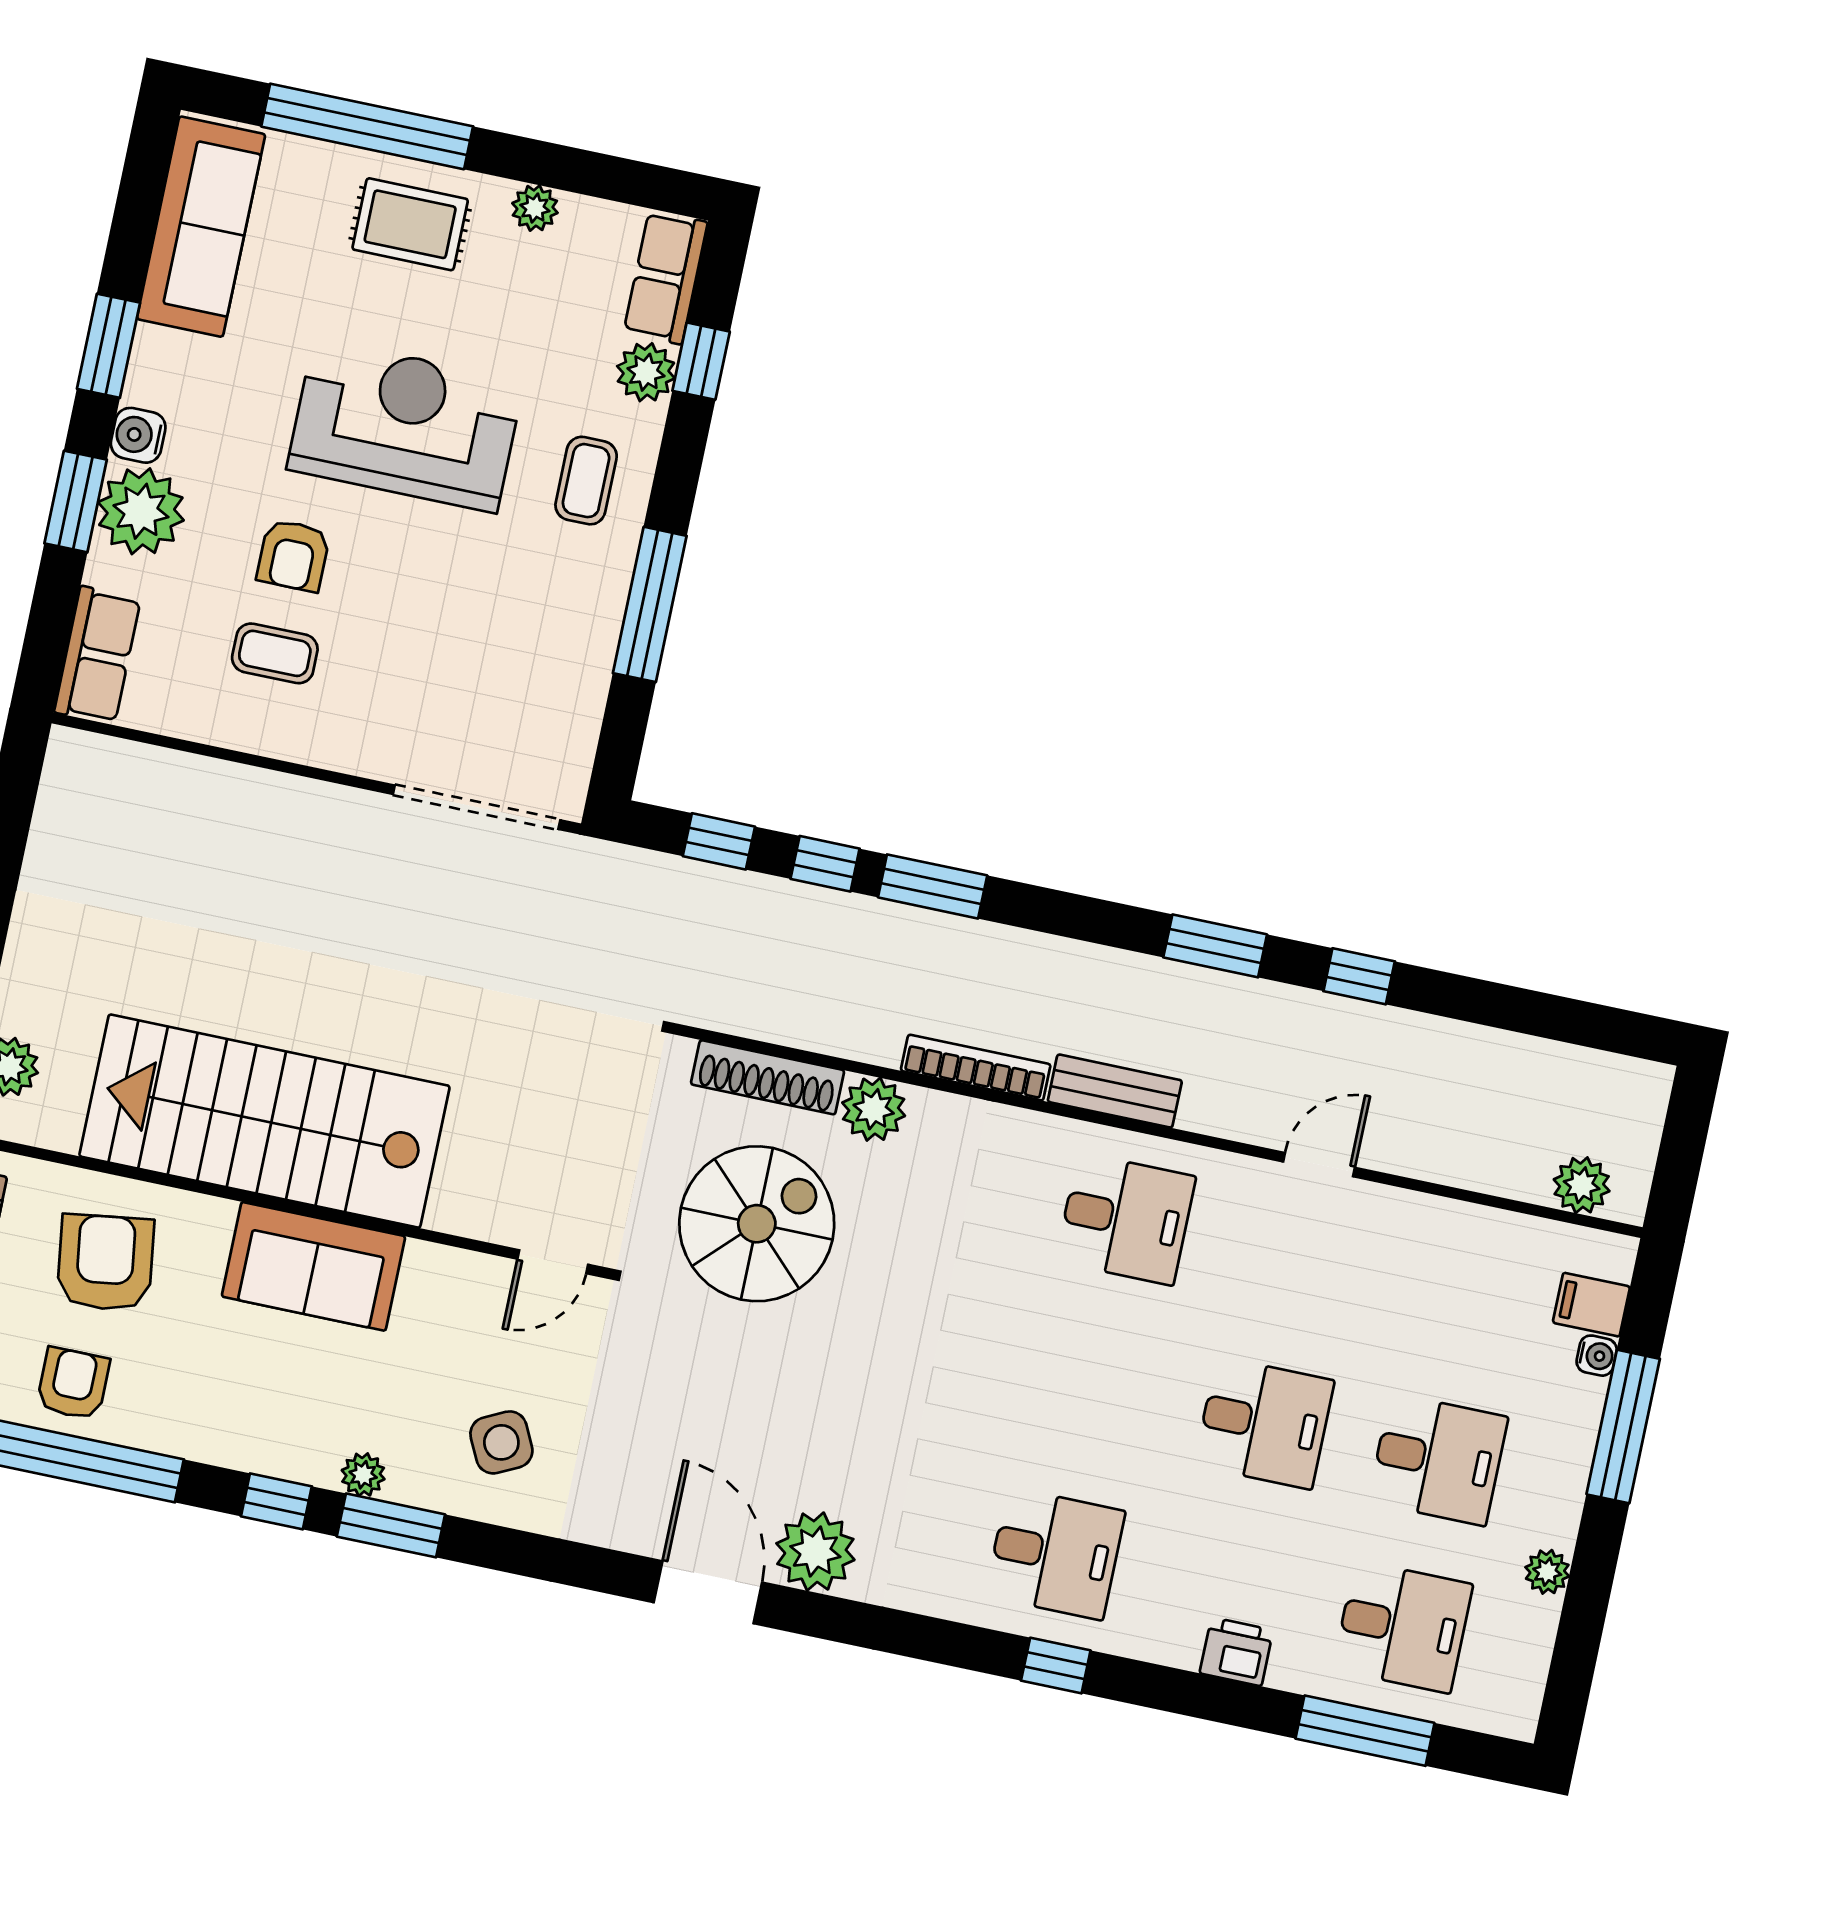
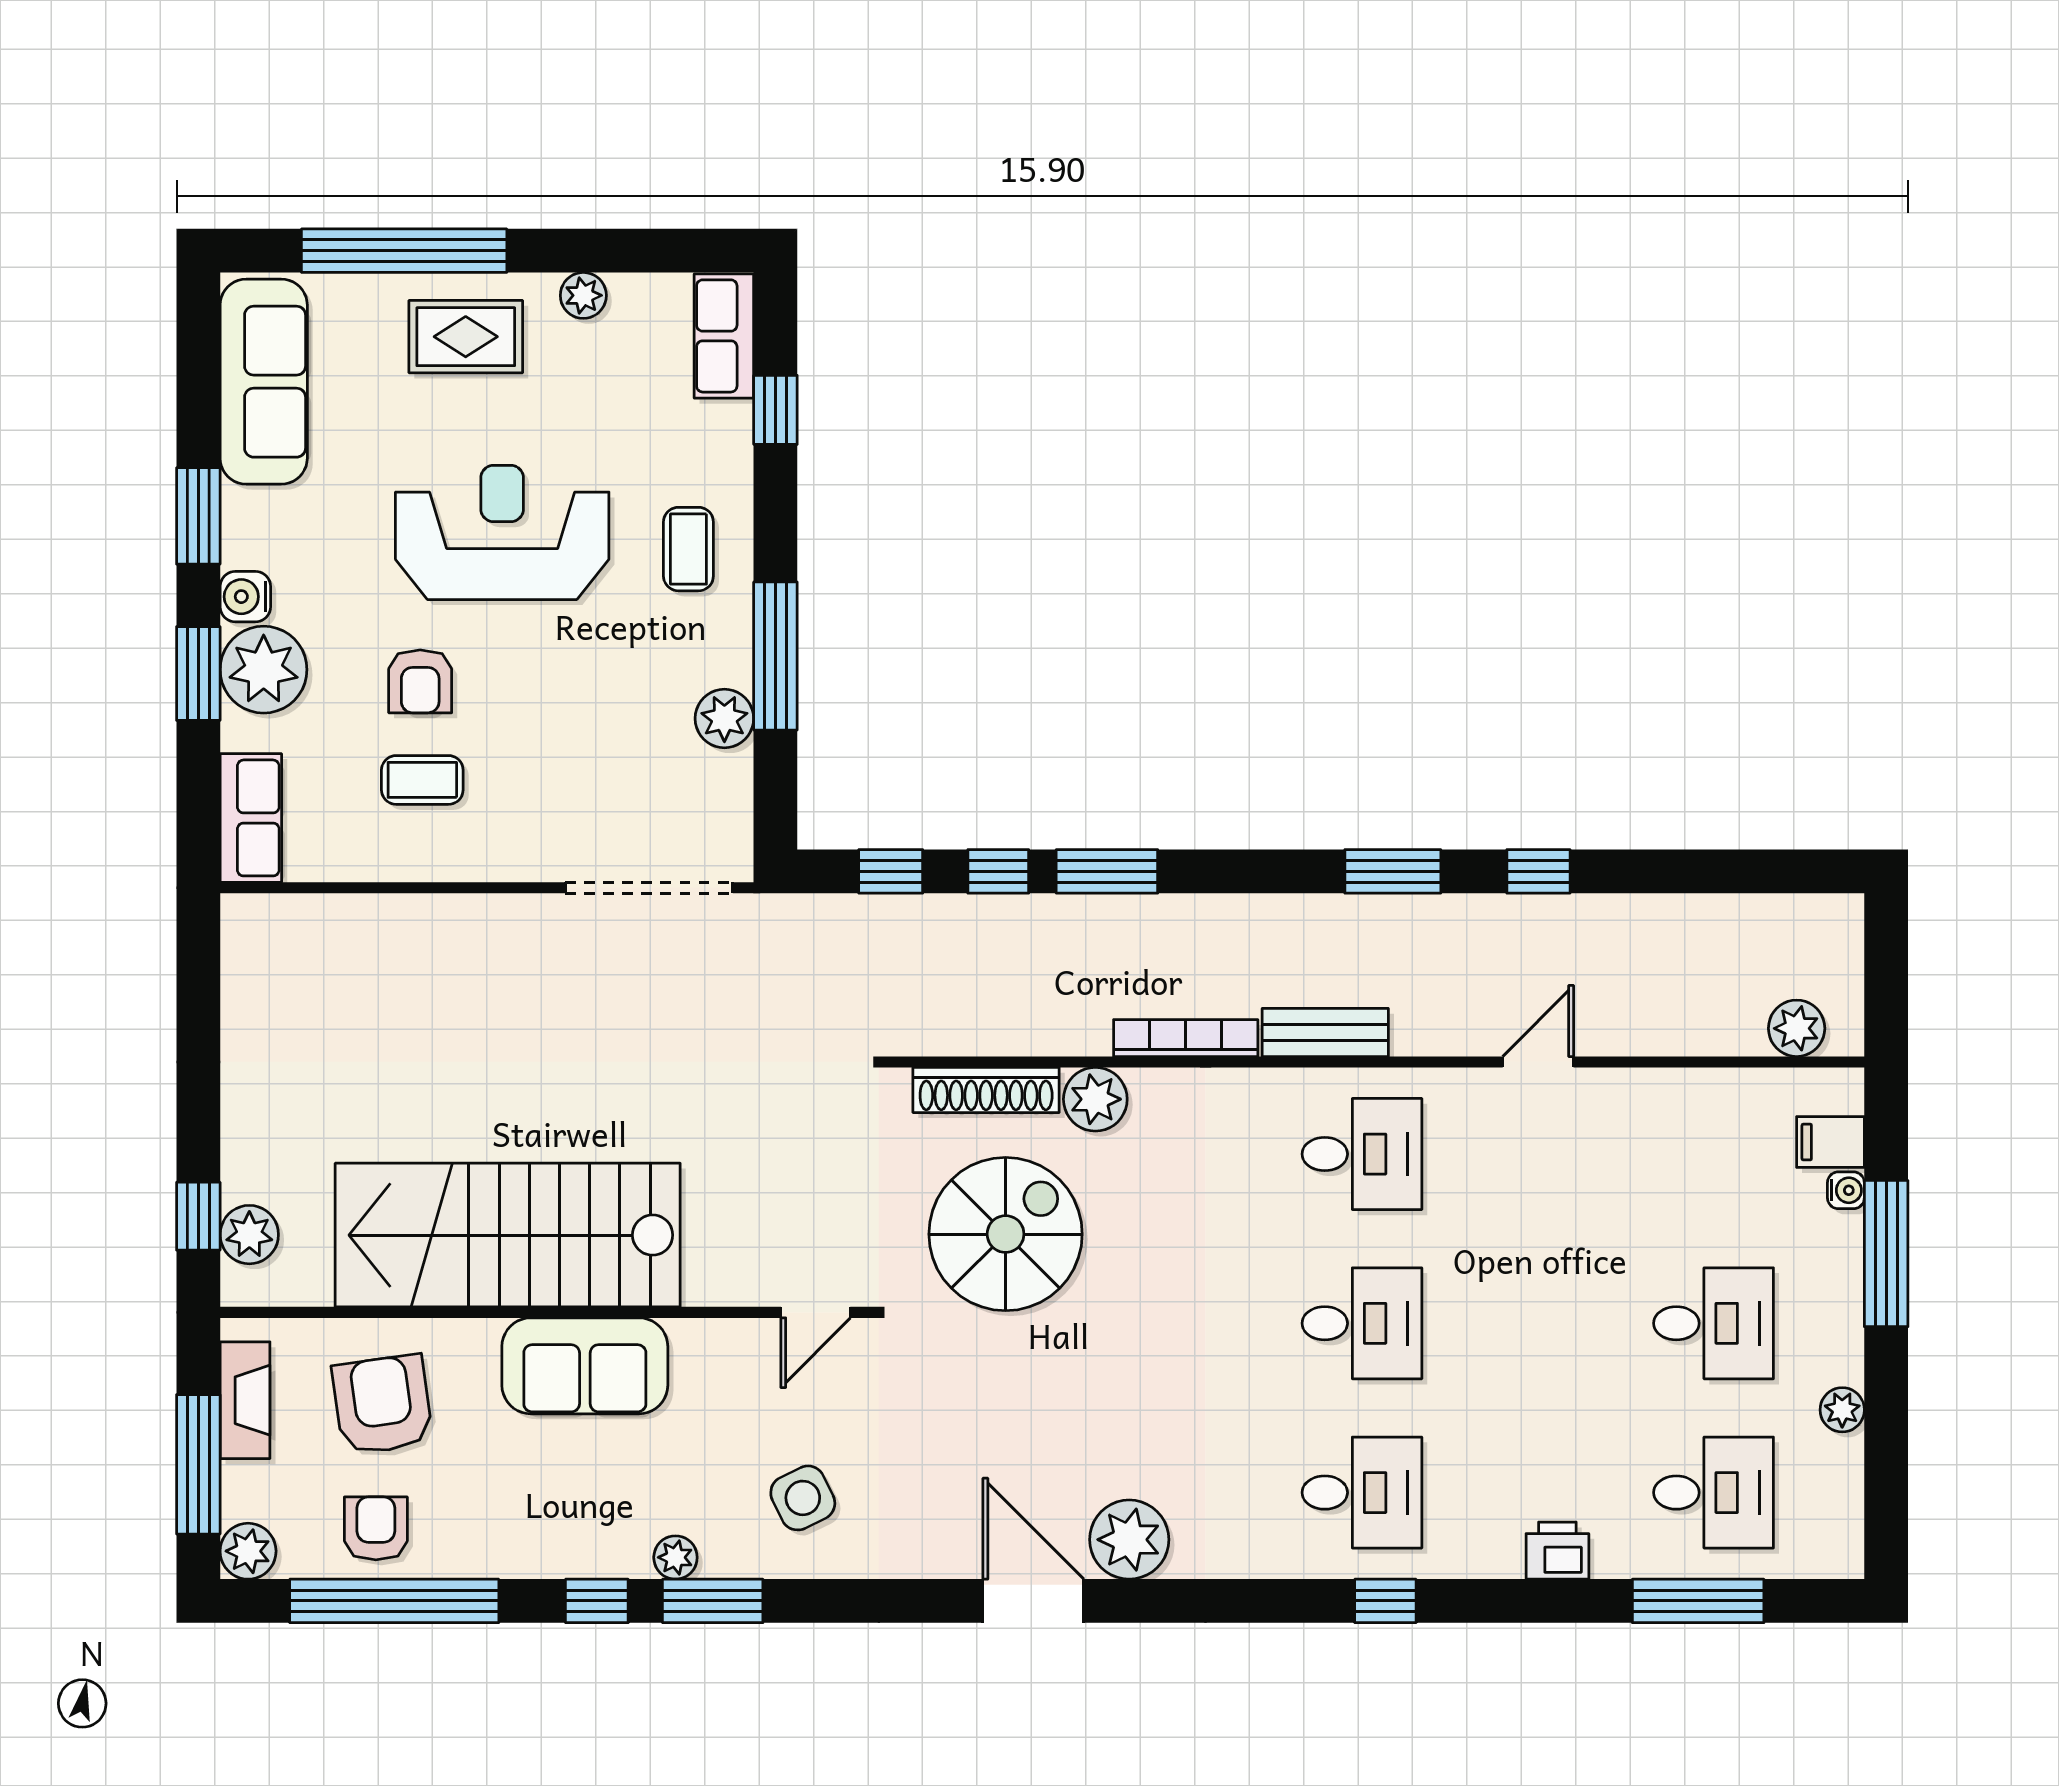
plant: (646, 372) -> (724, 718), moved
desk: (1264, 1423) -> (1362, 1323), moved

